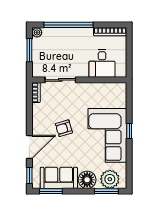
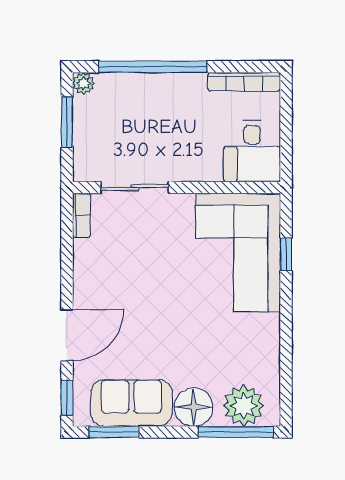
desk: (102, 63) -> (252, 151), moved
armchair: (64, 128) -> (143, 294), removed
window: (129, 131) -> (286, 254), moved
corner sofa: (107, 135) -> (238, 253), moved
window: (106, 191) -> (236, 432), width x1.44

